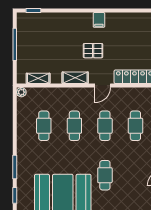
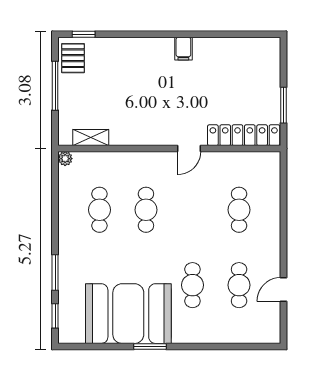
pallet: (93, 51) -> (73, 58), moved, turned 90
shelving: (75, 78) -> (147, 137), removed
cafe table: (105, 126) -> (239, 285), moved

